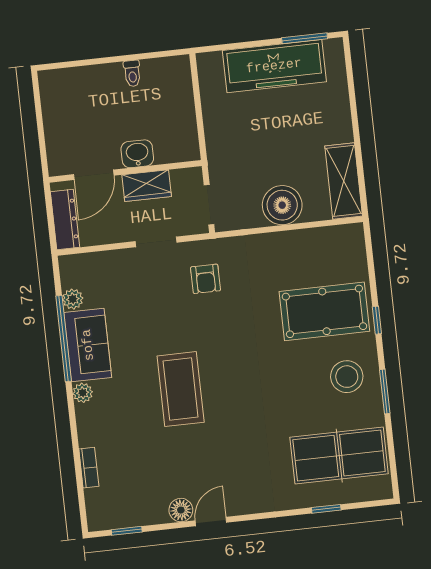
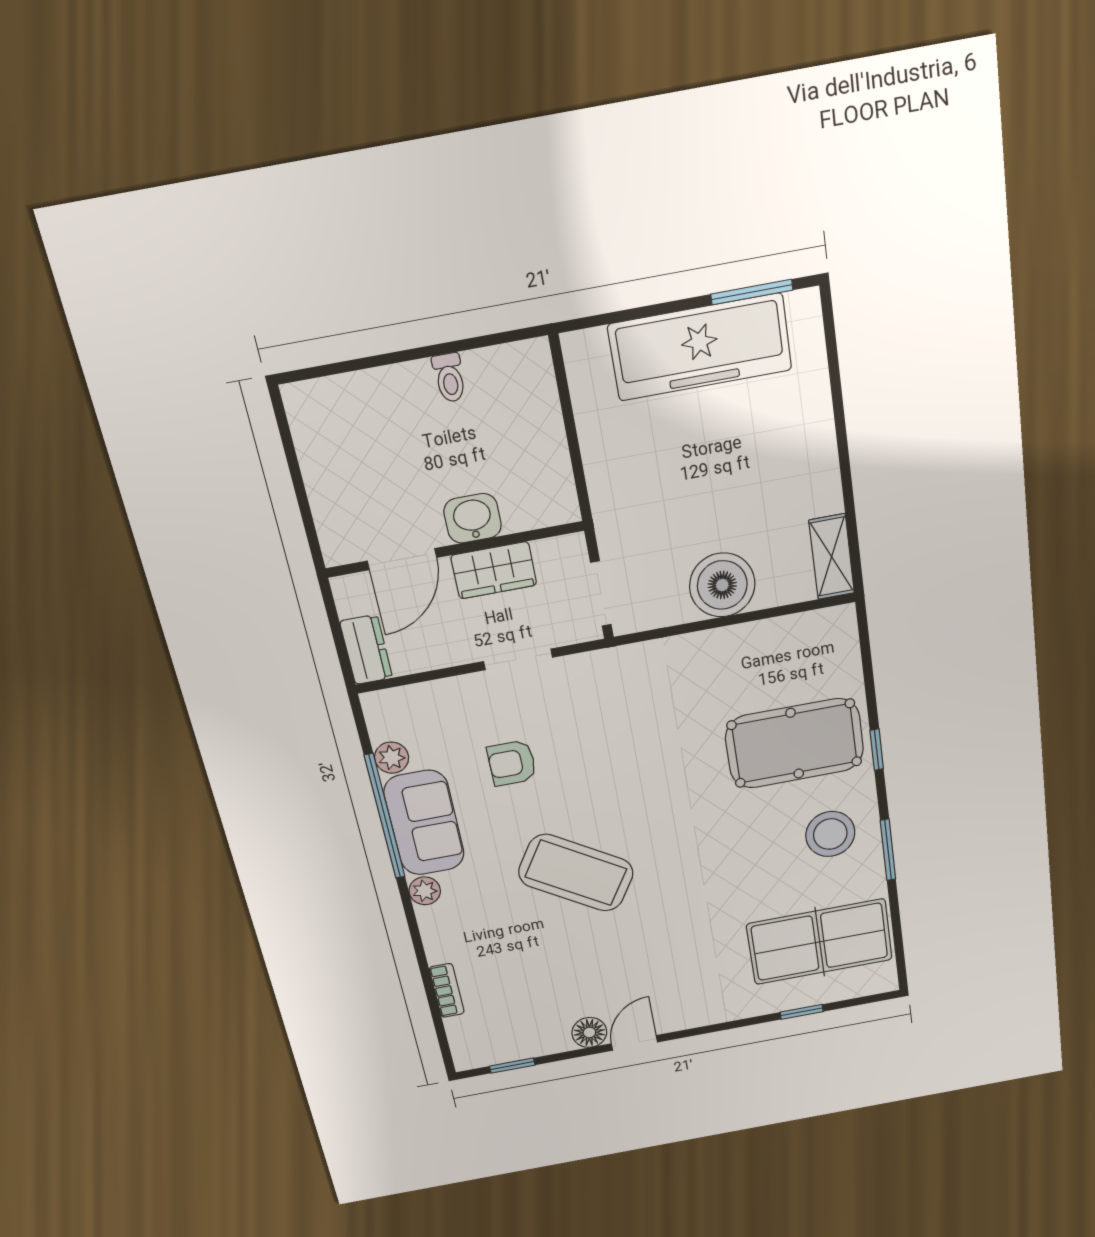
shelving: (344, 181) -> (832, 557), width x0.67, depth x0.75
dresser: (65, 219) -> (366, 650), width x0.70
armchair: (206, 279) -> (512, 763), moved, turned 90
coffee table: (181, 389) -> (576, 873), turned -58

